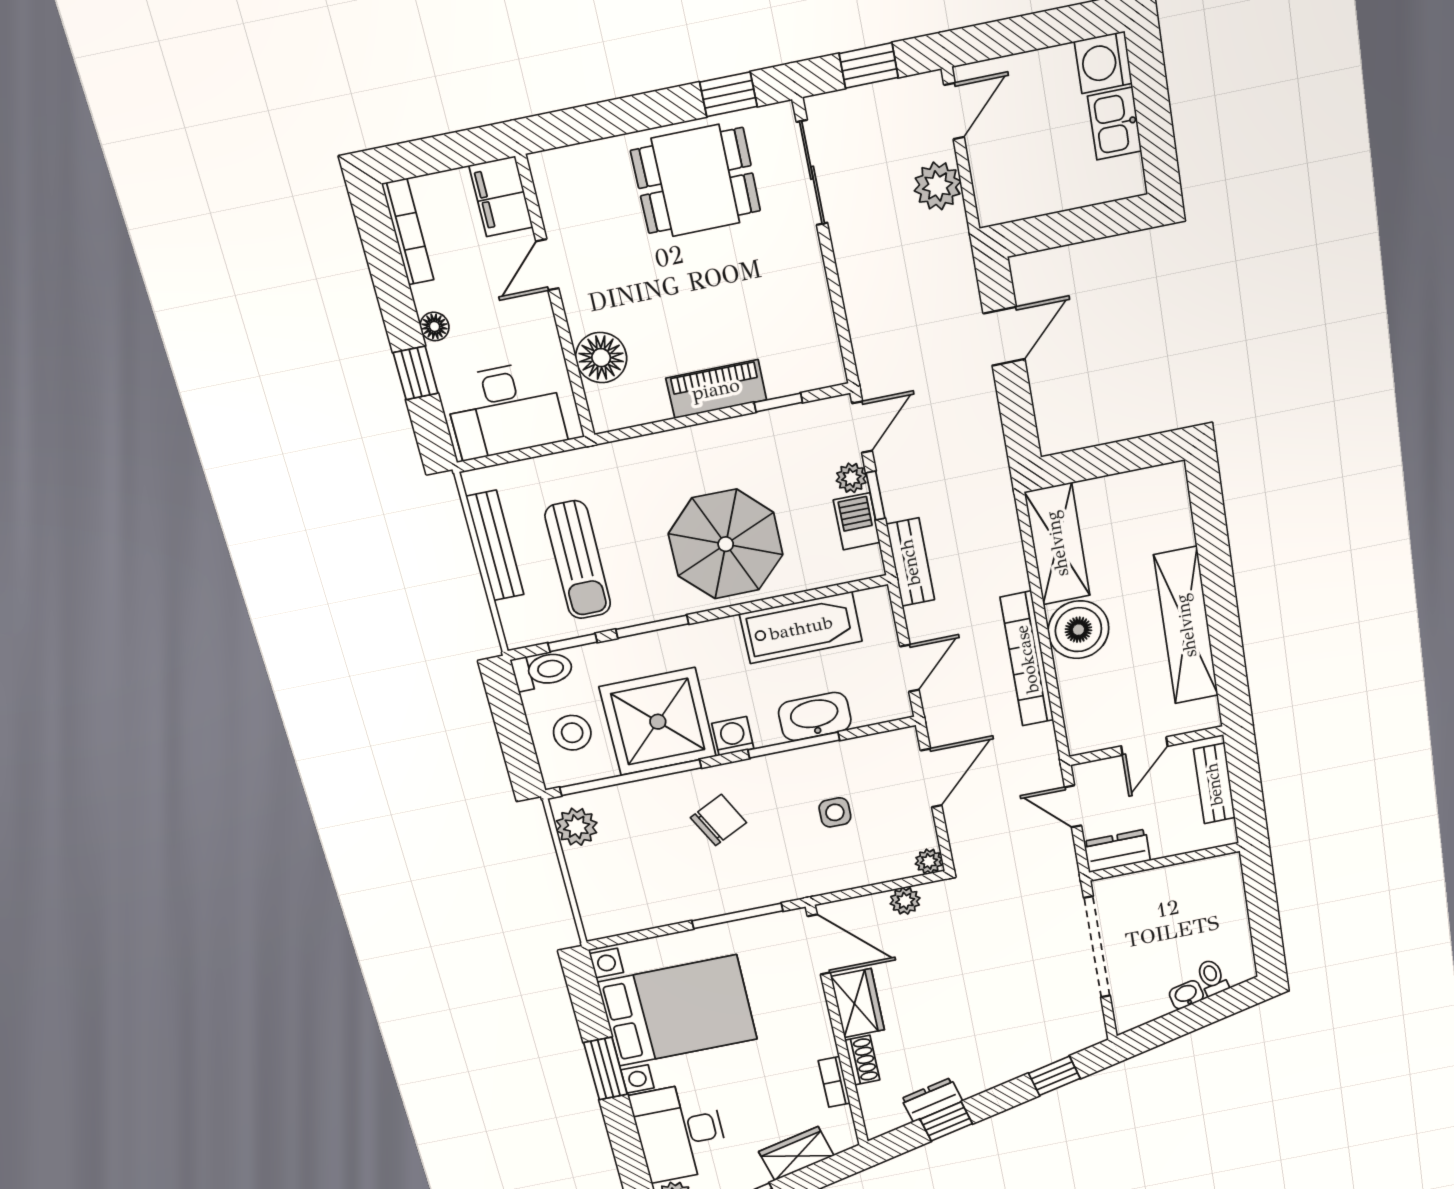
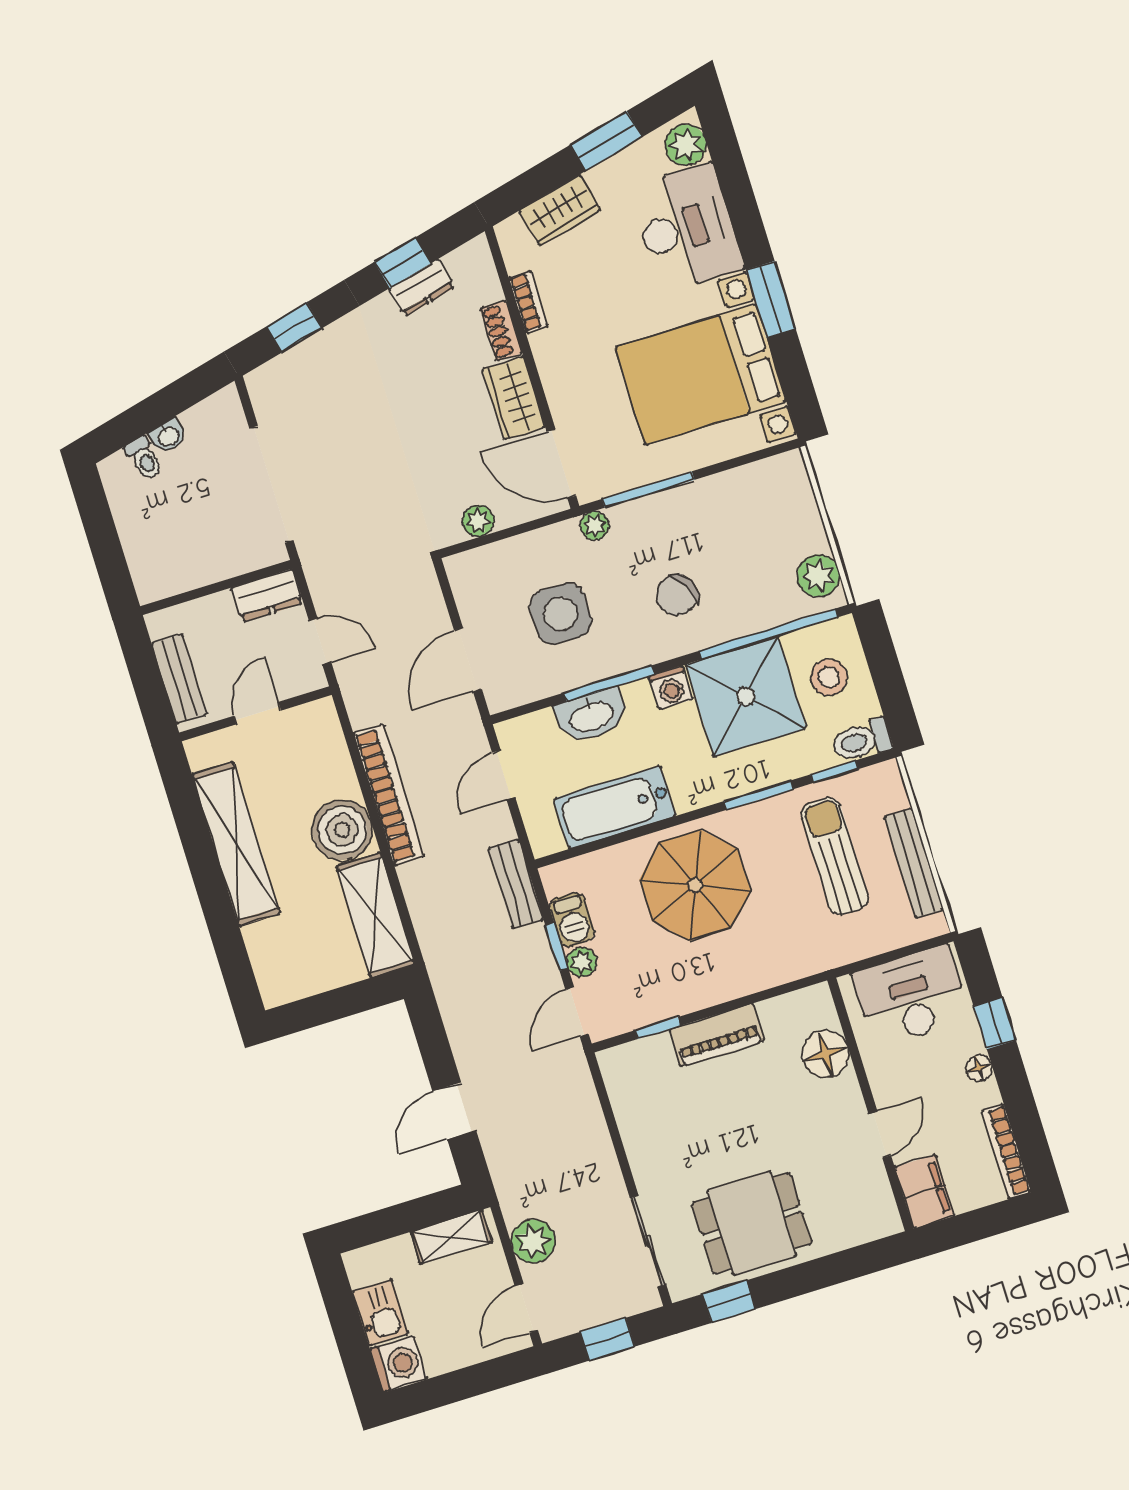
shelving: (1026, 200) -> (451, 1237), added
side table: (835, 812) -> (561, 614), width x1.87, depth x1.87
plant: (929, 861) -> (595, 526), moved

